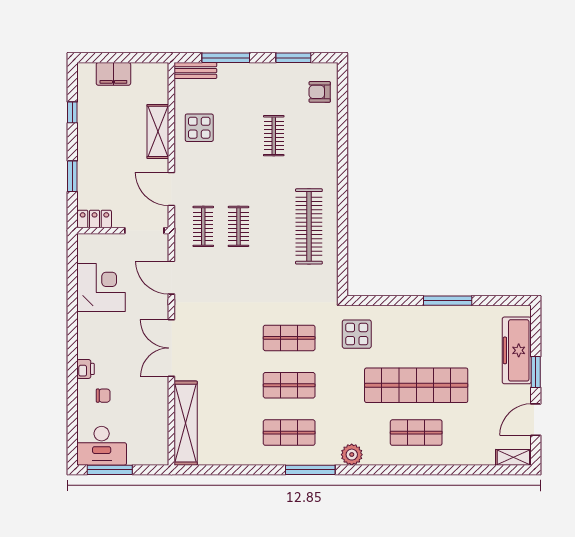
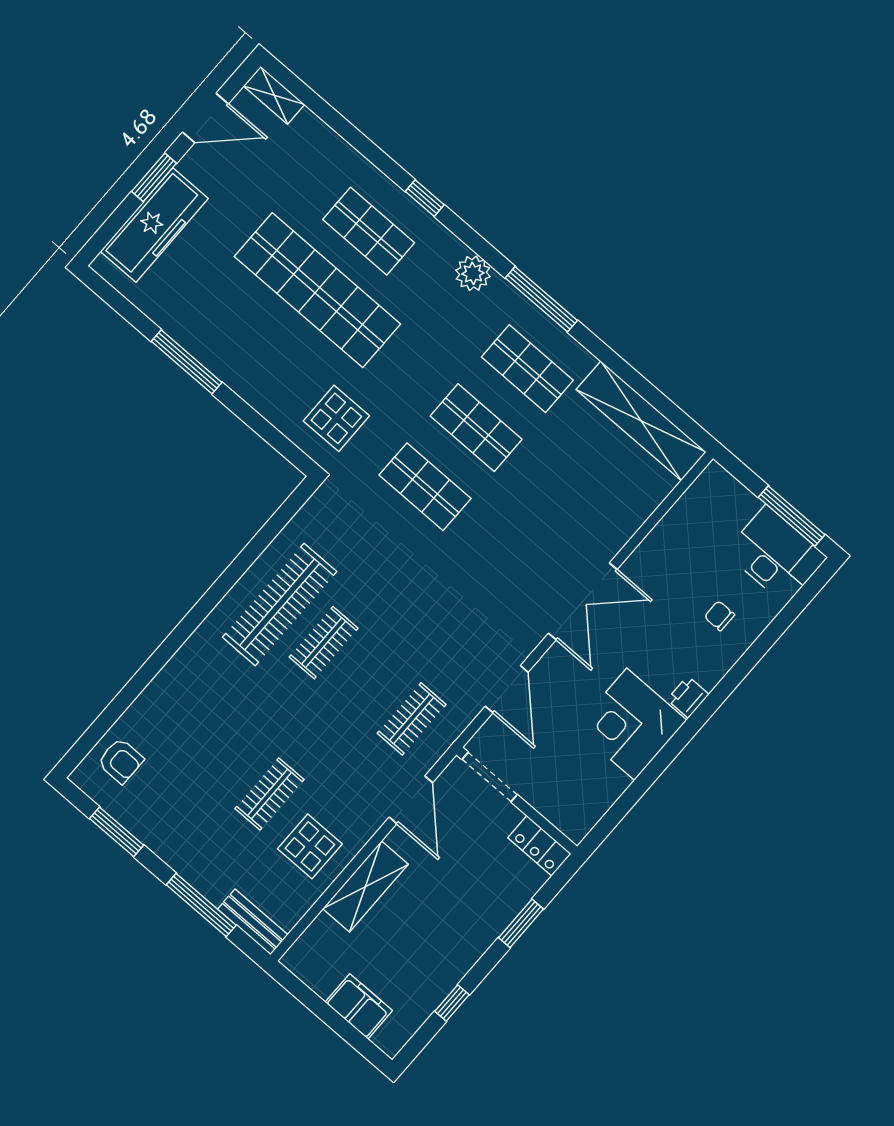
clothes rail: (274, 136) -> (269, 794), moved
clothes rail: (238, 226) -> (324, 643), moved
corner desk: (101, 288) -> (631, 724), moved
printer: (85, 369) -> (688, 697), moved
shelving: (186, 423) -> (641, 421), moved, turned 90
window: (404, 470) -> (425, 198), added

